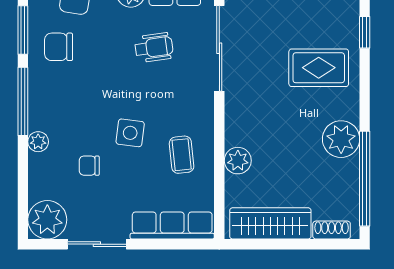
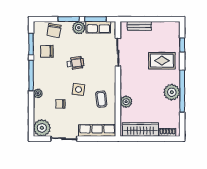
wheelchair: (154, 47) -> (75, 63), moved
sliding door: (219, 48) -> (118, 52), width x0.73
window: (365, 179) -> (182, 91), moved

